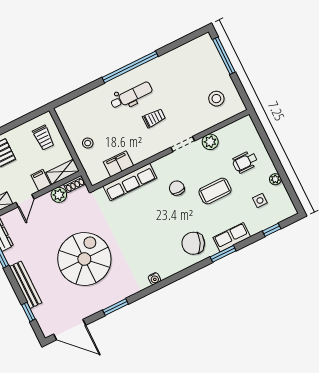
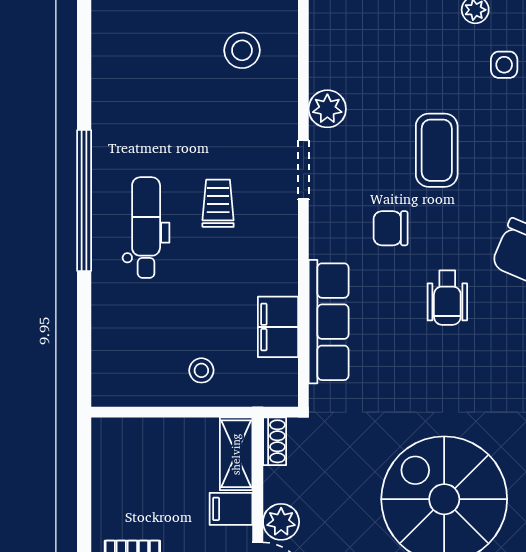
trolley: (44, 138) -> (144, 459), removed
wheelchair: (245, 162) -> (447, 298), moved
plant: (59, 195) -> (281, 522), moved

